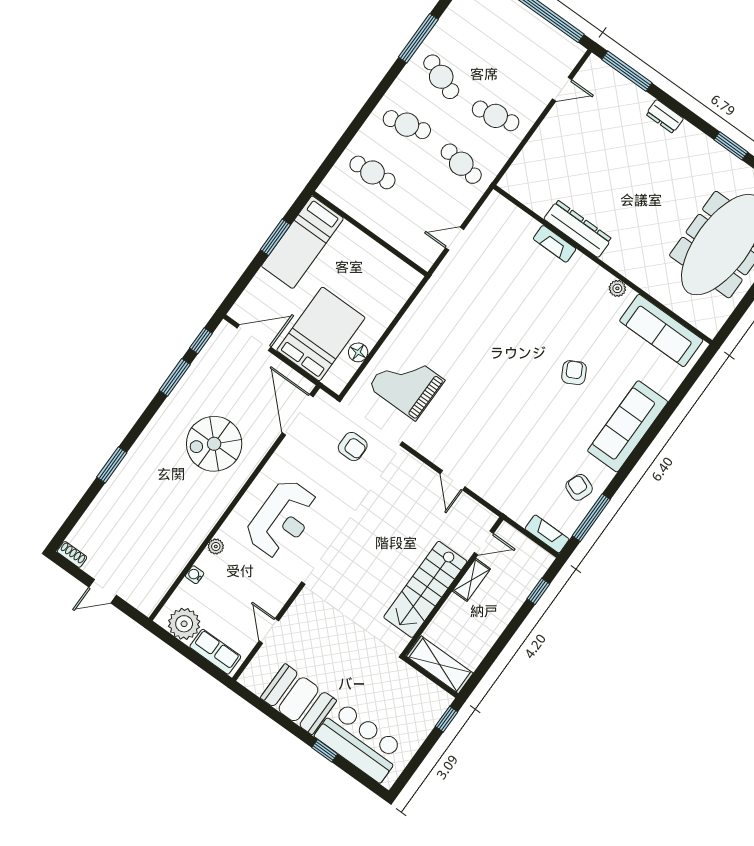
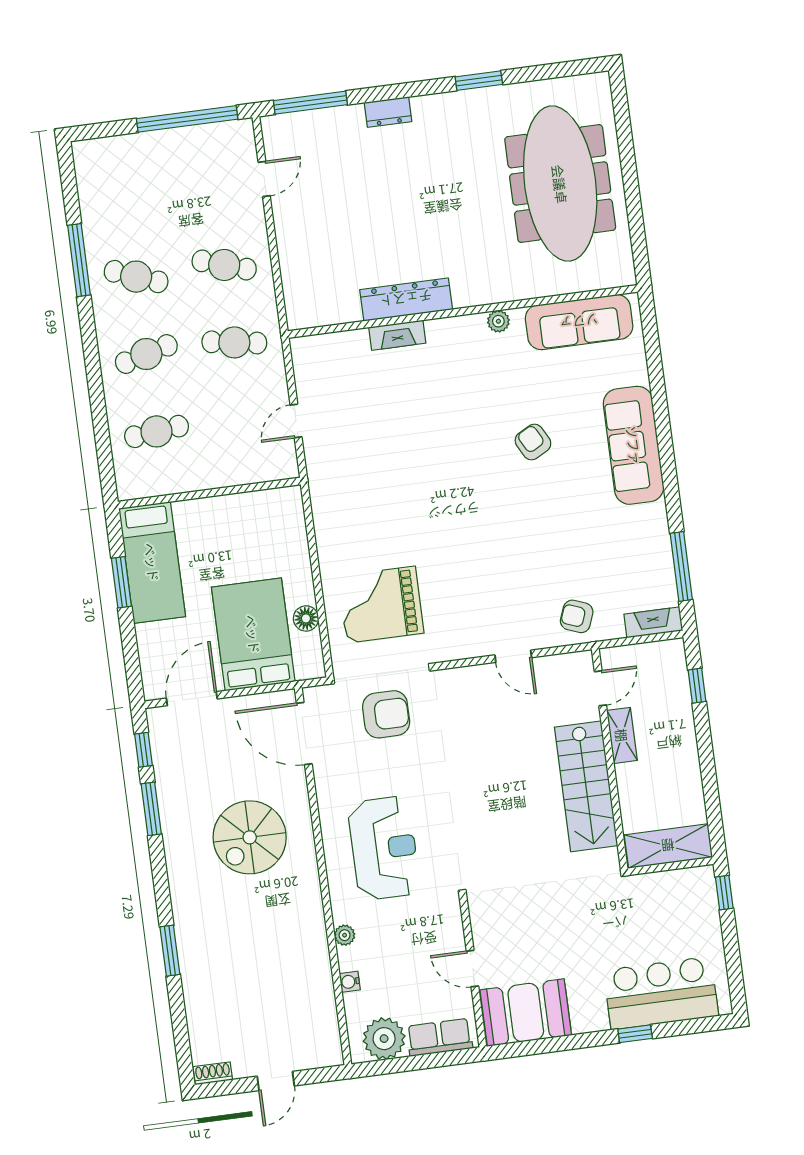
cafe table: (496, 116) -> (224, 265), turned 30
armchair: (353, 447) -> (386, 714), width x1.38, depth x1.38
armchair: (579, 487) -> (577, 616), moved
booth: (298, 699) -> (526, 1013), moved

